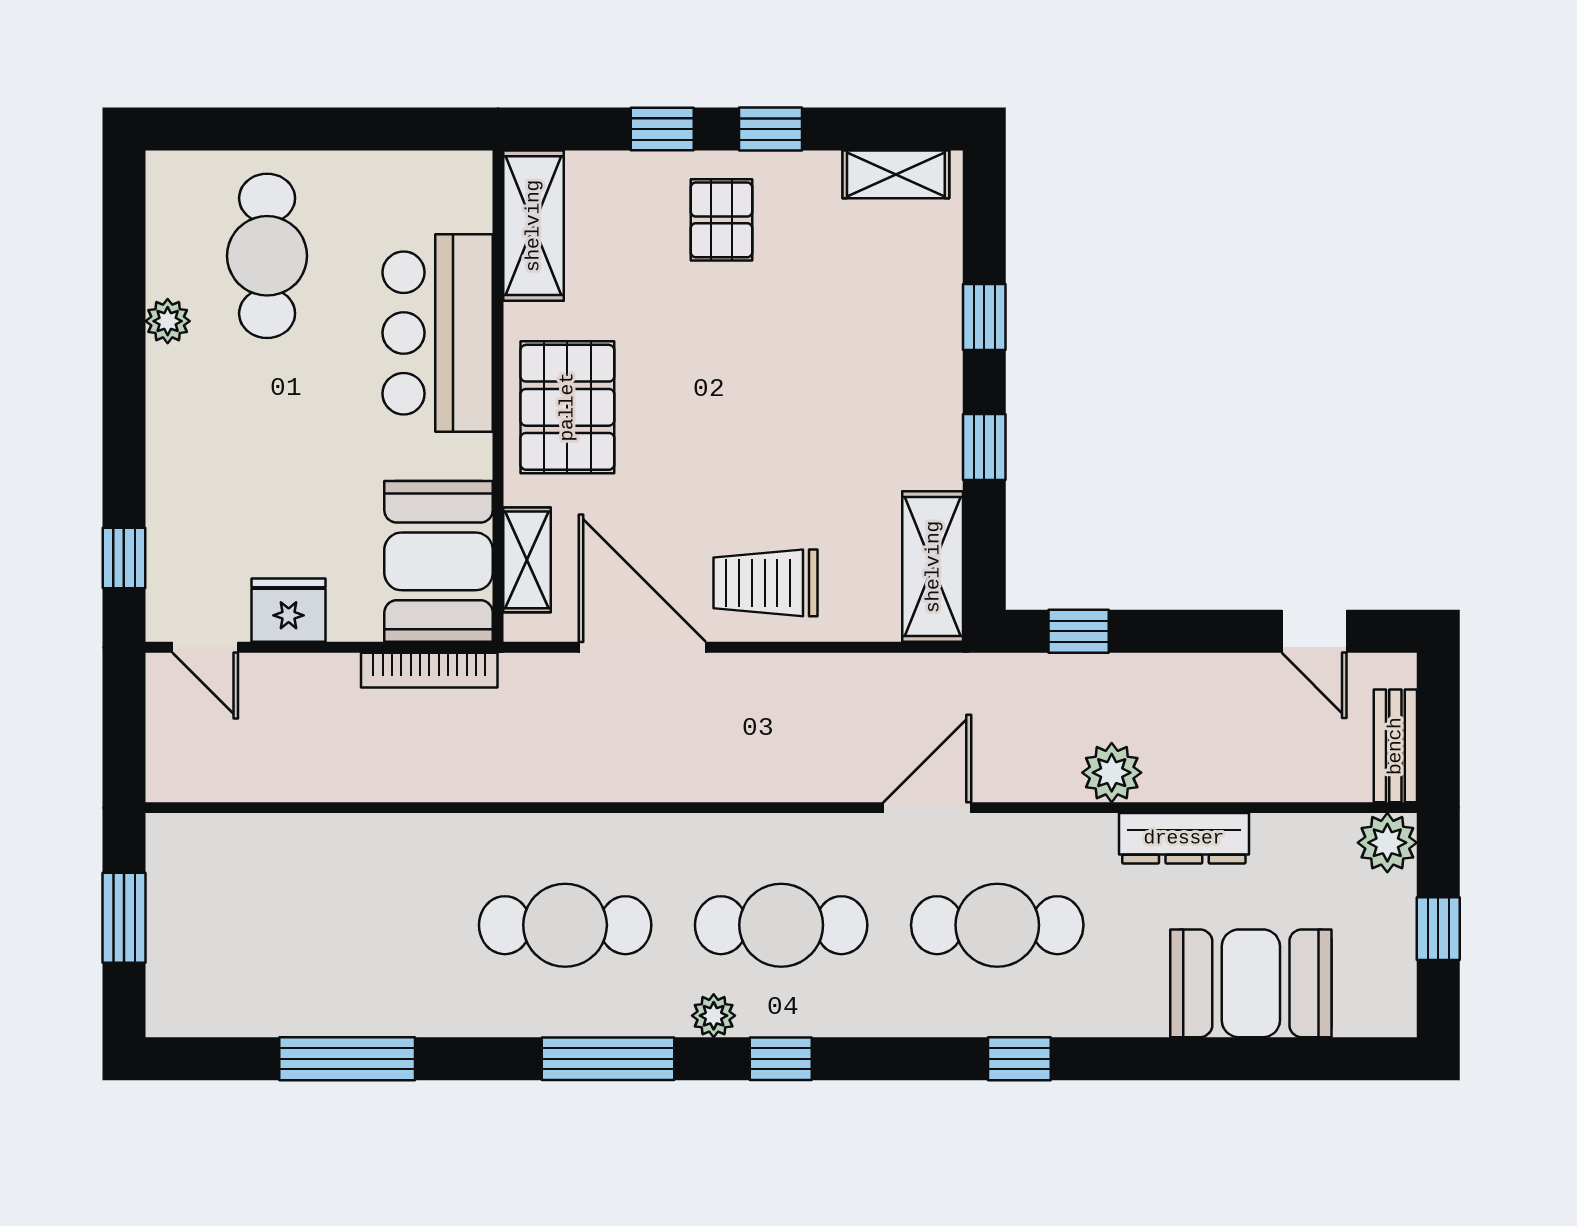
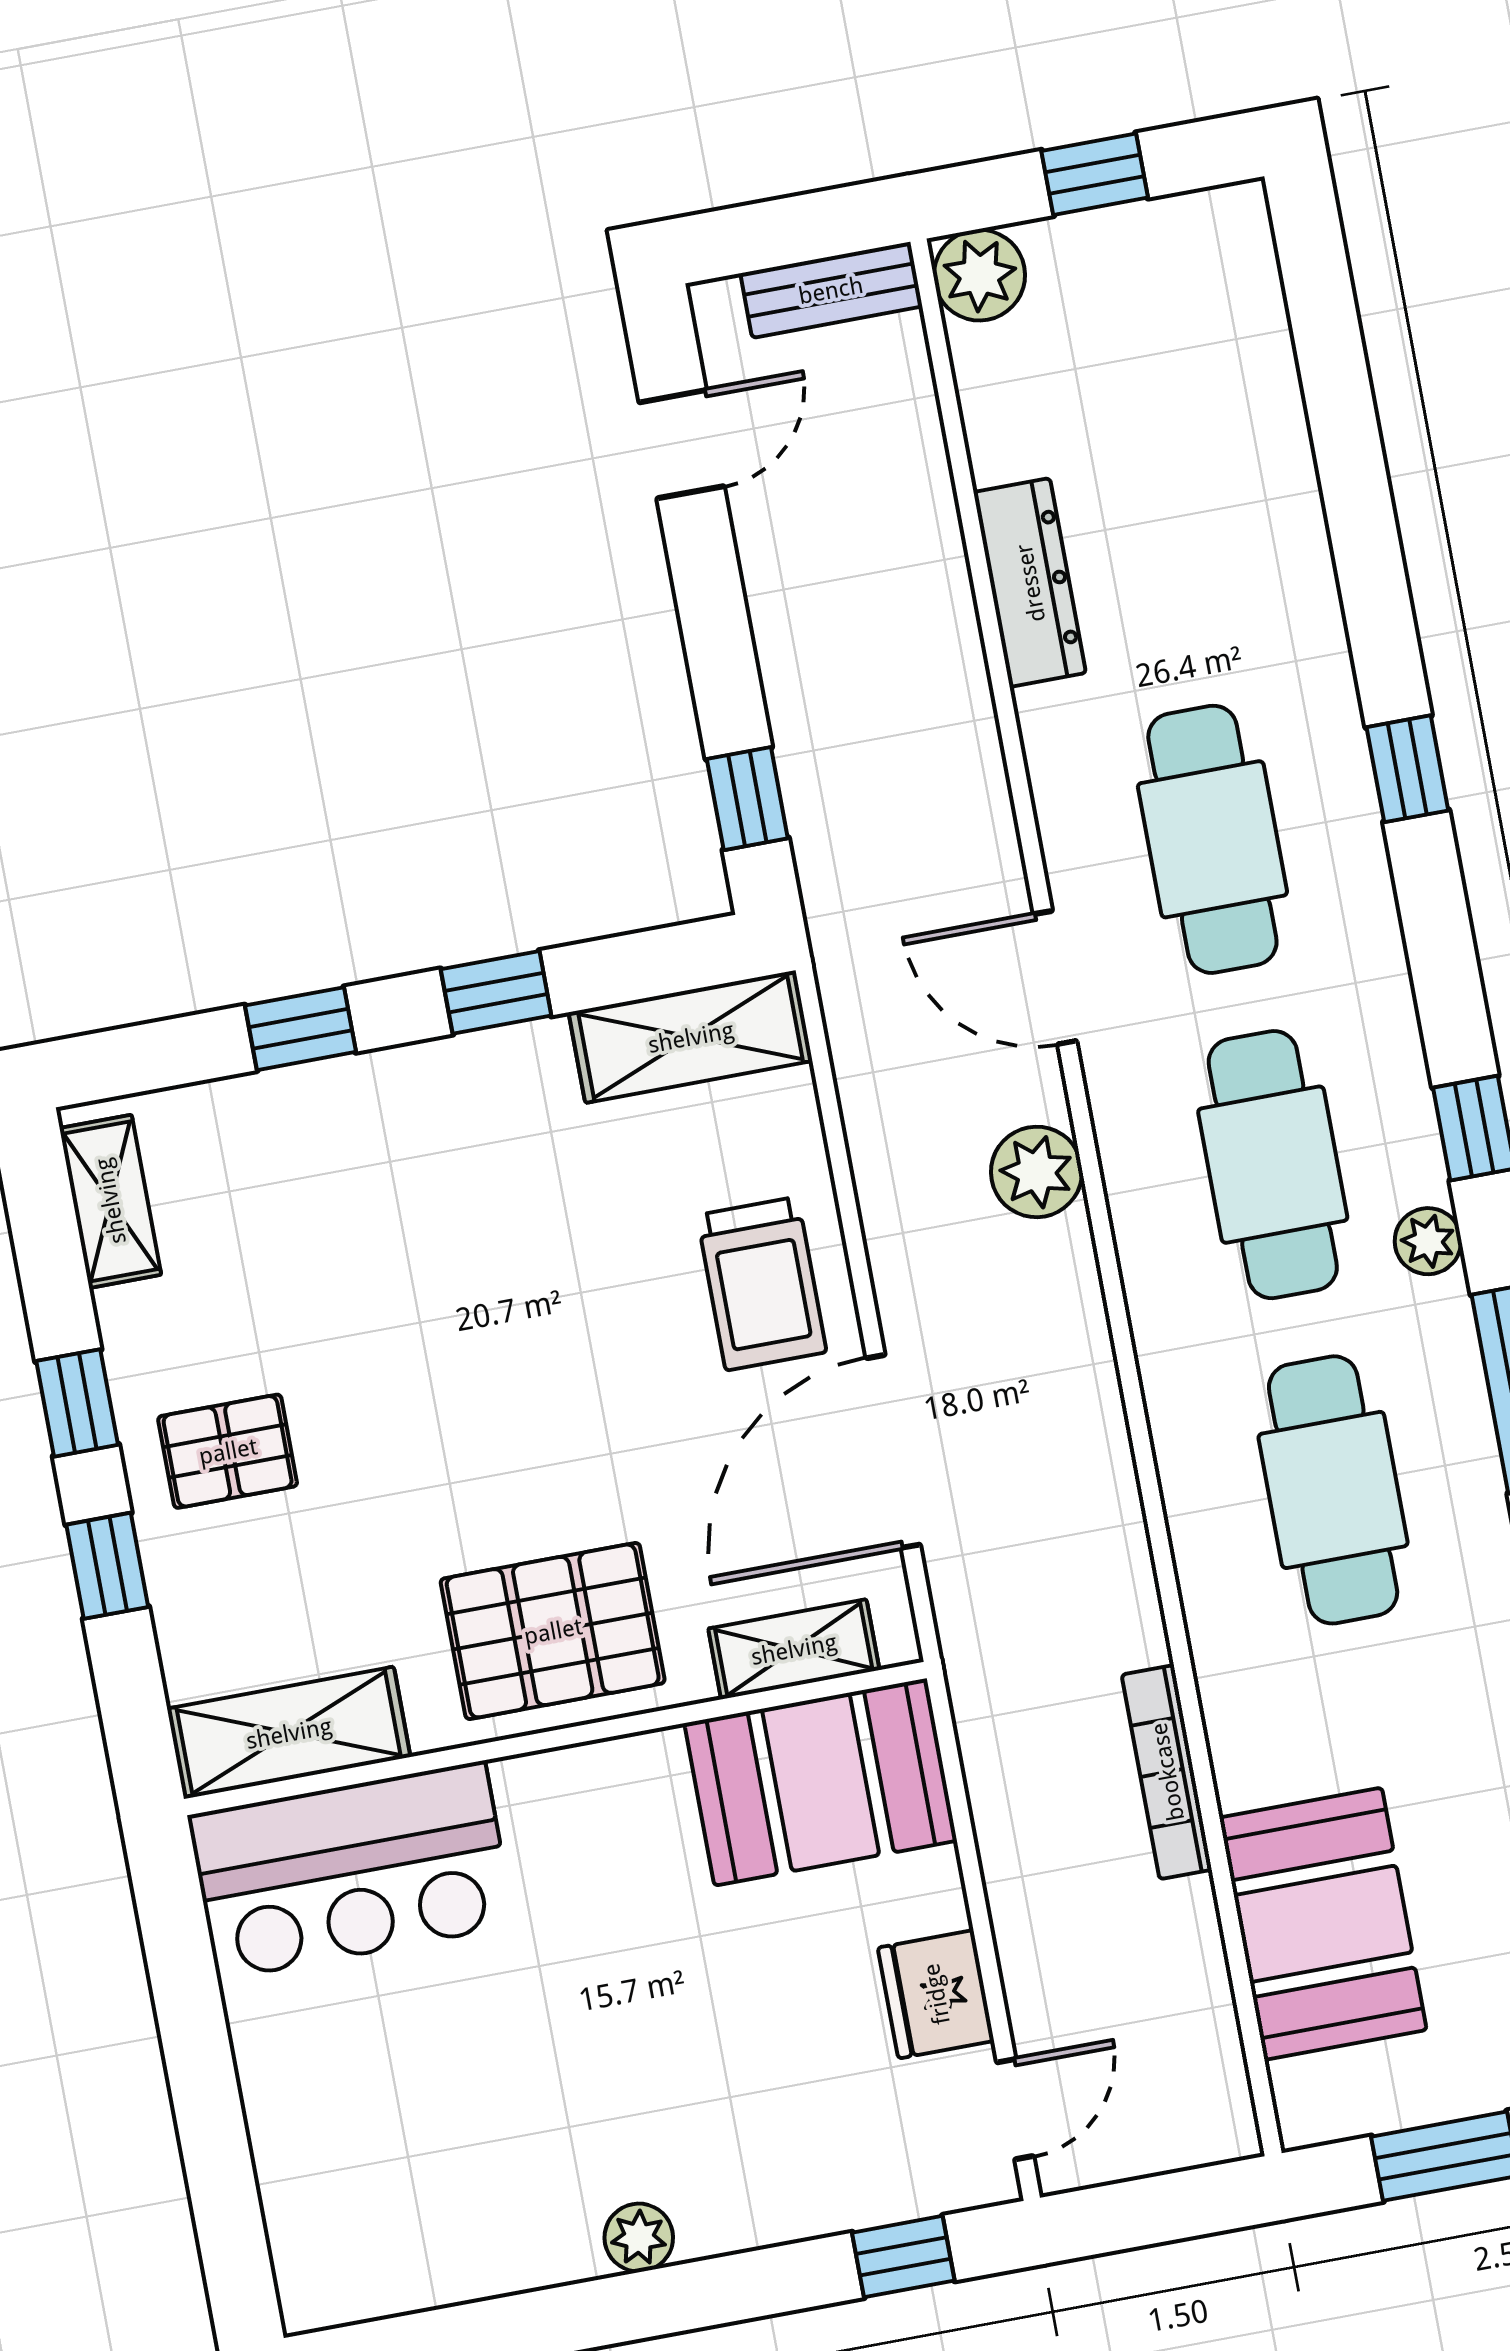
cafe table: (267, 256) -> (408, 2125), removed
plant: (168, 321) -> (639, 2238), moved
bar counter: (438, 333) -> (351, 1870), moved
bookcase: (429, 670) -> (1167, 1772), moved, turned 180
plant: (1112, 773) -> (1037, 1172), moved
booth: (1251, 983) -> (1323, 1924), moved

